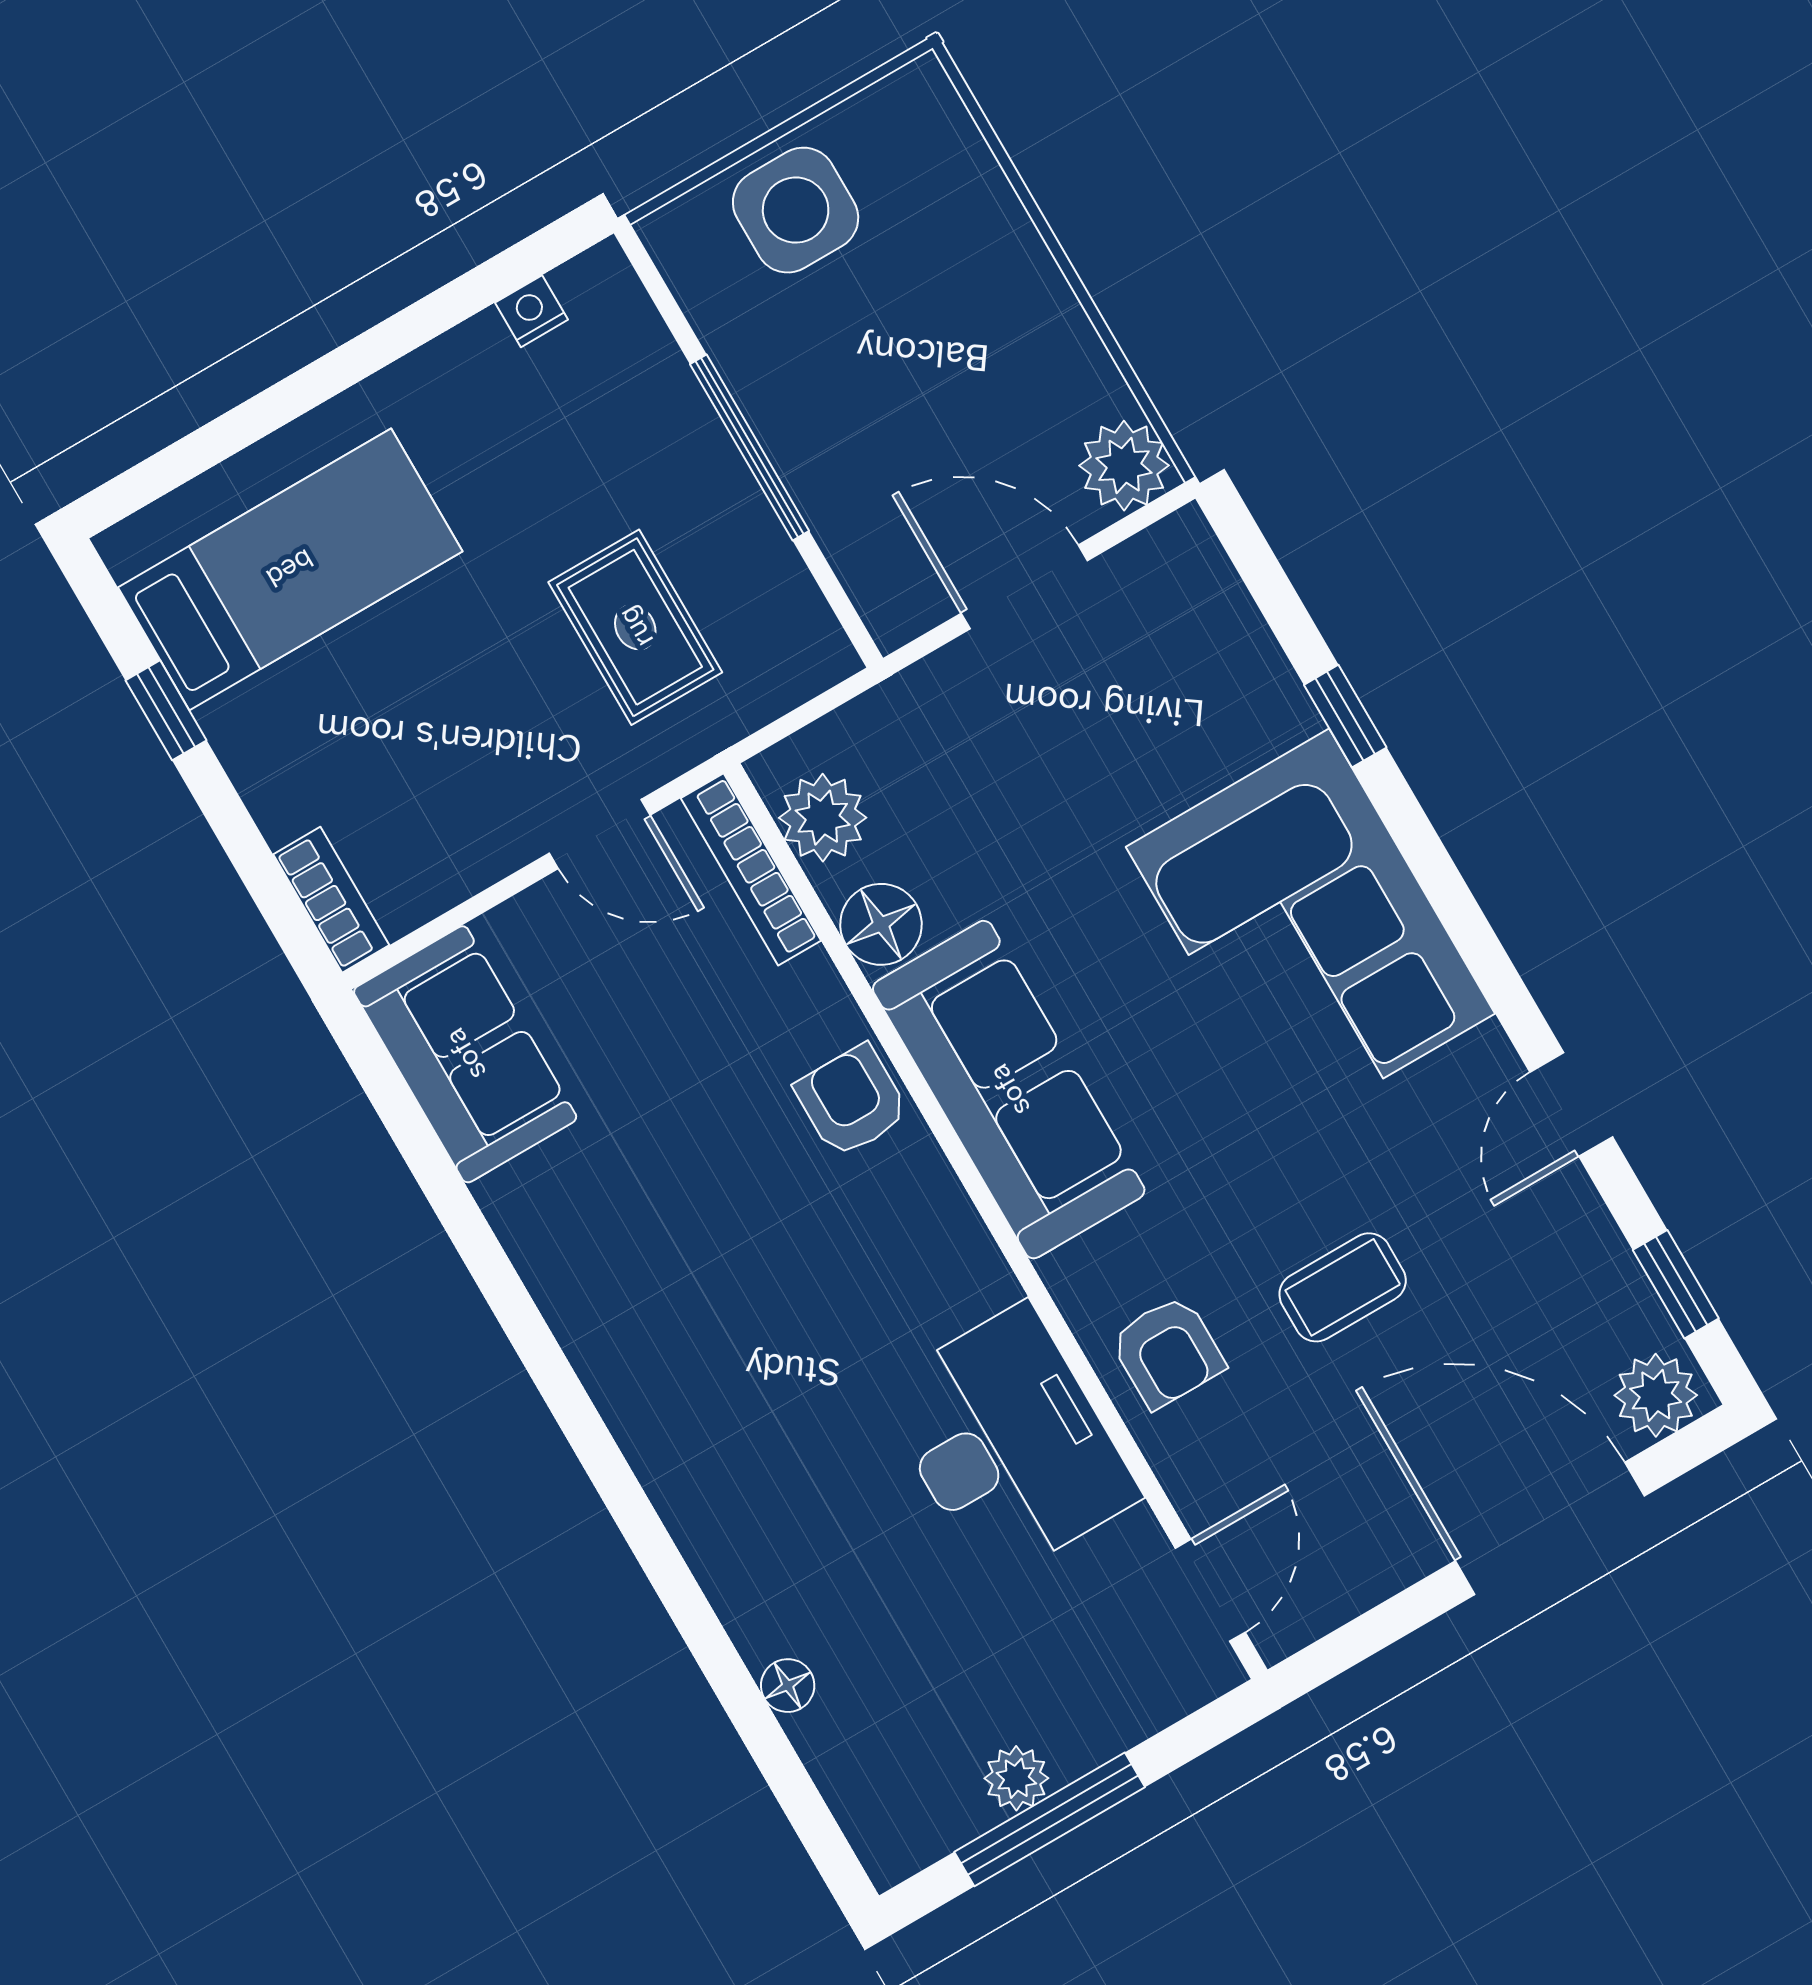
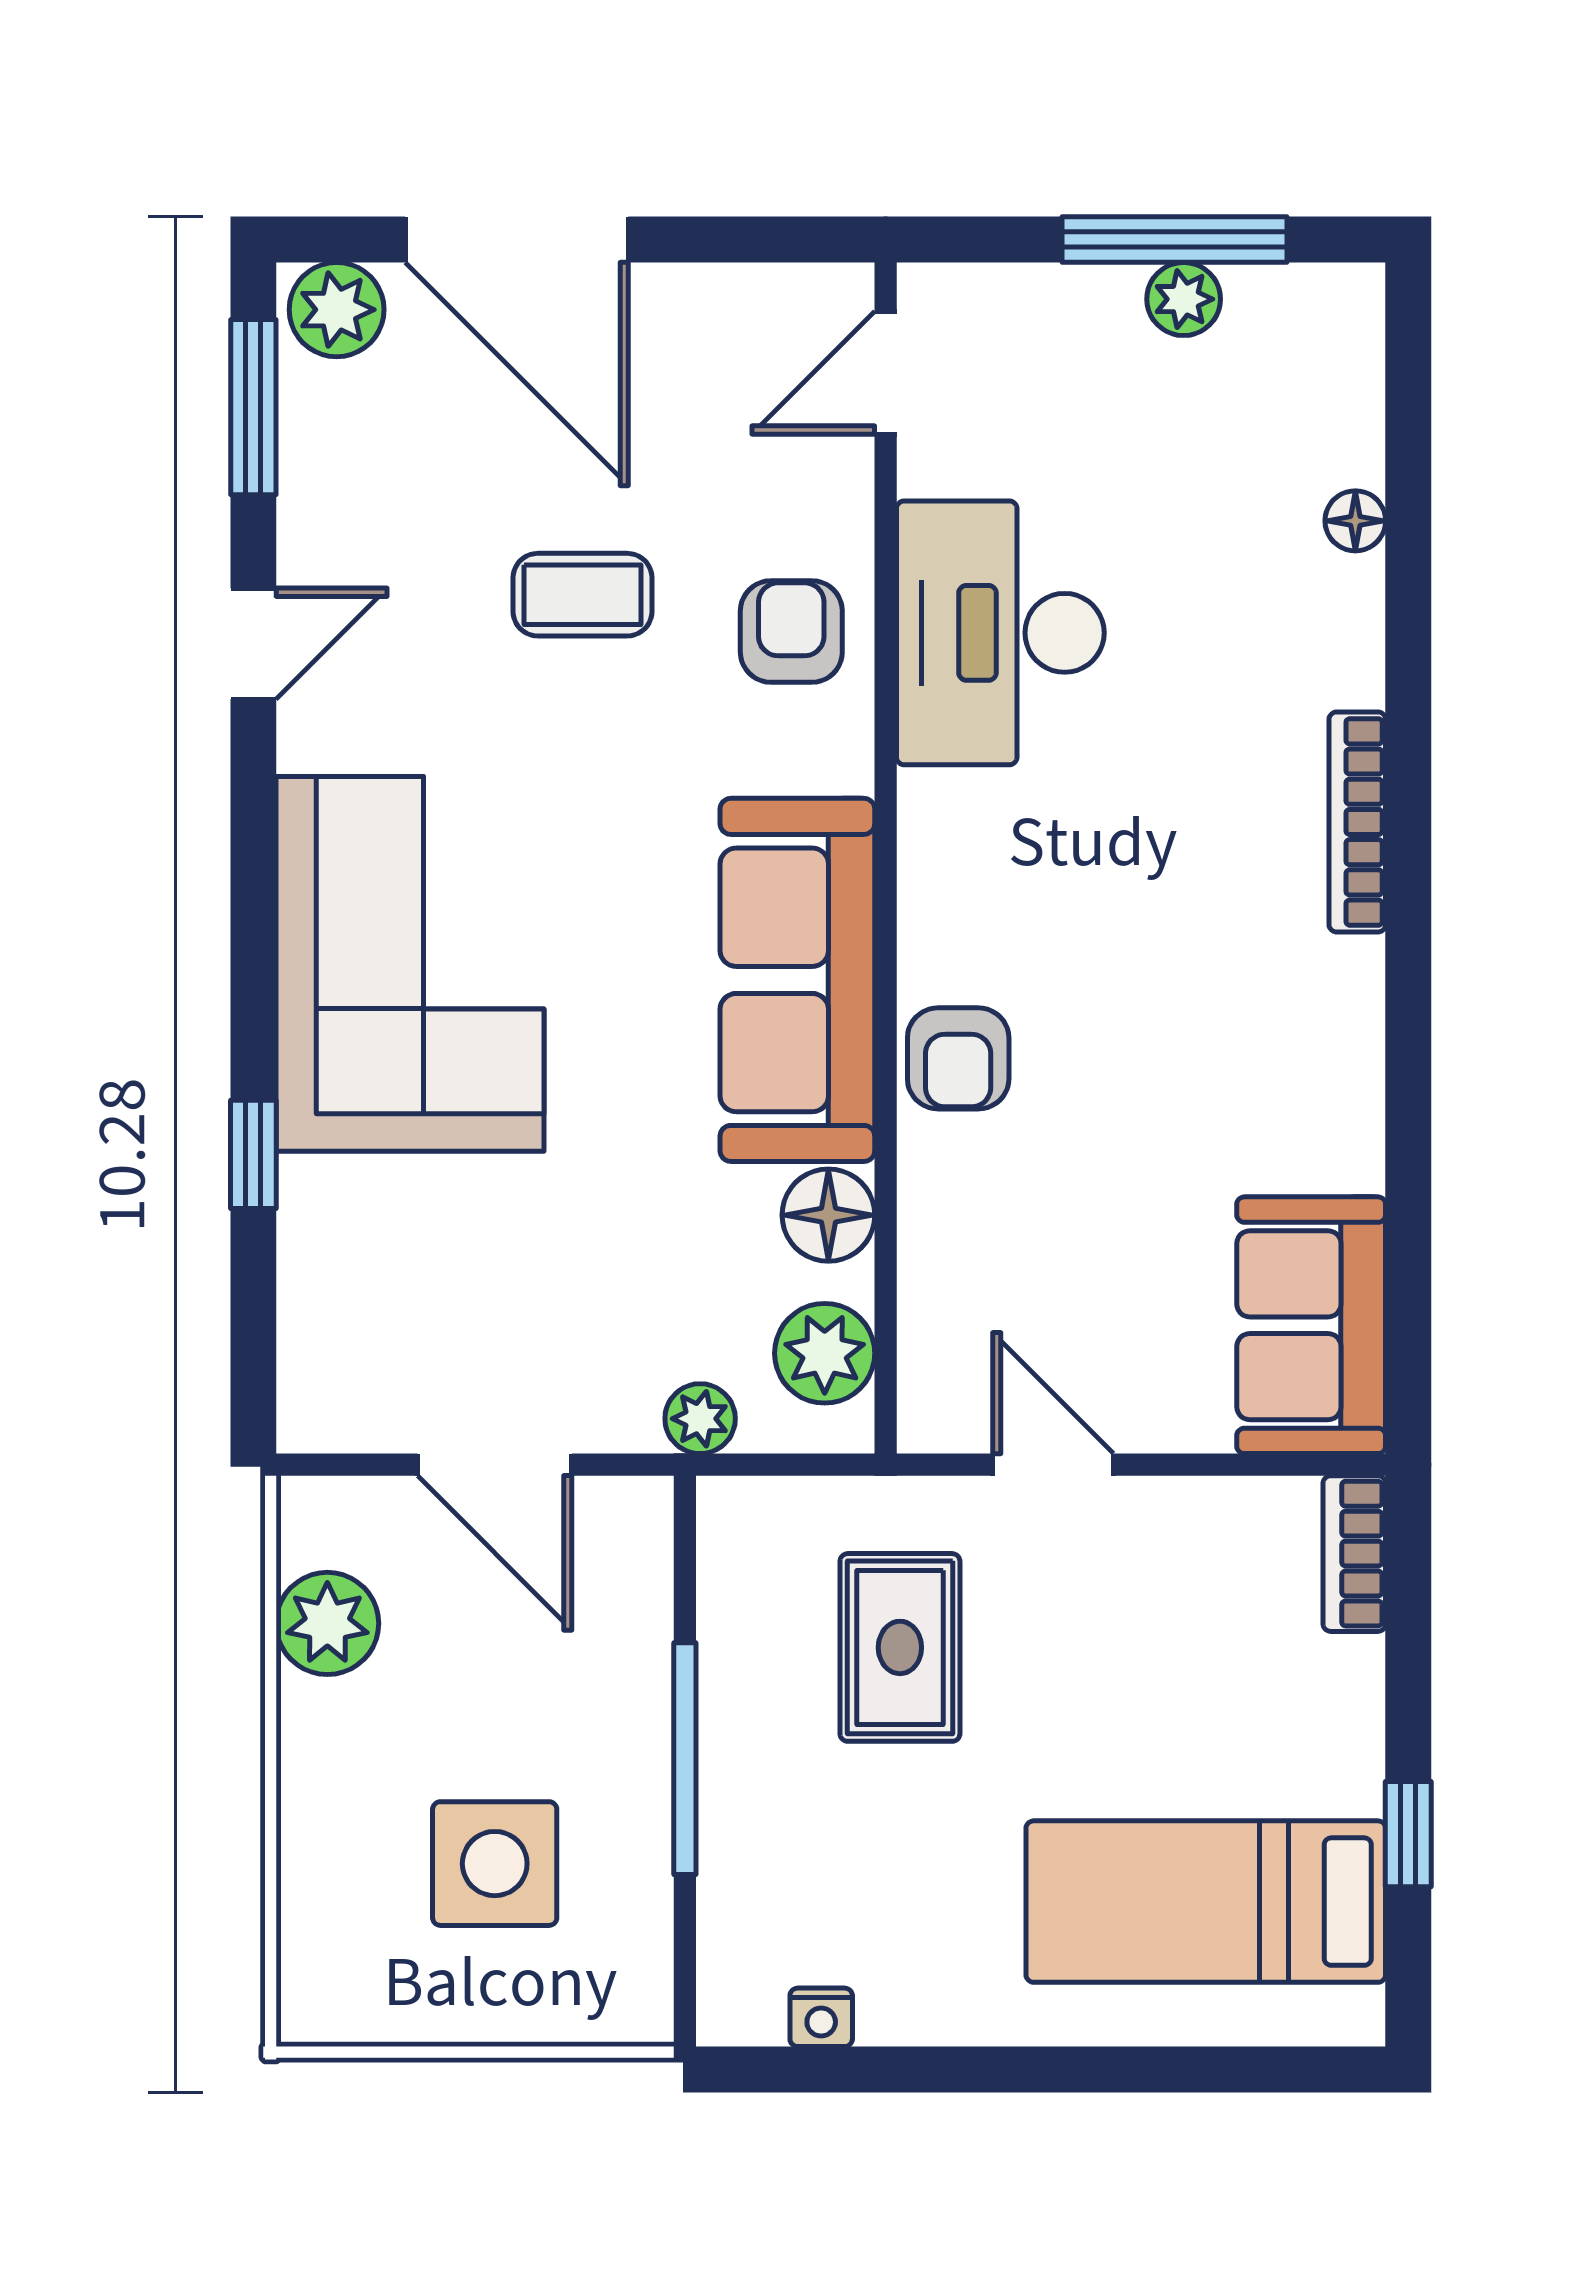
side table: (796, 210) -> (495, 1864), moved
plant: (1124, 466) -> (327, 1623), moved
plant: (888, 713) -> (700, 1419), added
bookcase: (751, 869) -> (1357, 822), moved, turned 180
window: (1676, 1284) -> (253, 407), width x1.50

